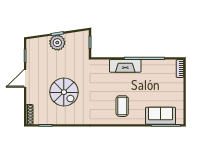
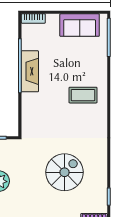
fireplace: (125, 66) -> (30, 71), moved
sofa: (161, 116) -> (80, 25), moved, turned -90

